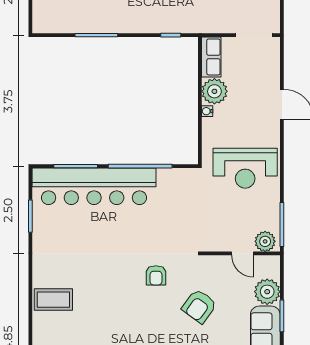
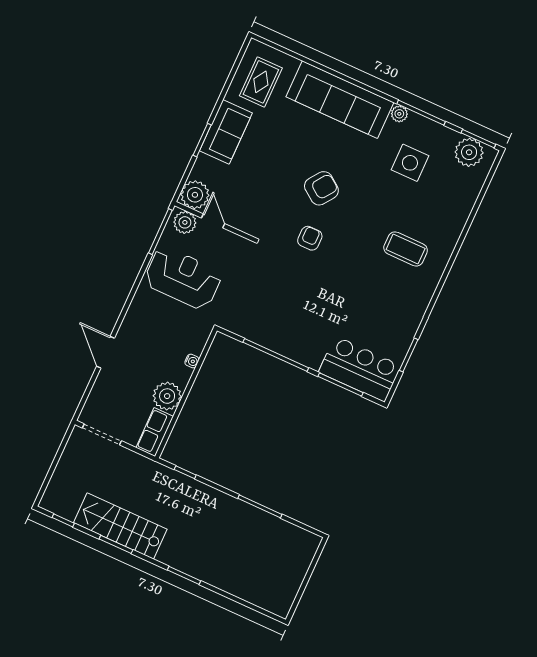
water cooler: (207, 111) -> (192, 361), moved
reception desk: (245, 168) -> (183, 278), moved
bar counter: (94, 186) -> (360, 369), width x0.54
plant: (267, 292) -> (195, 195), moved
coffee table: (53, 300) -> (406, 249), moved
armchair: (199, 306) -> (321, 188), moved

